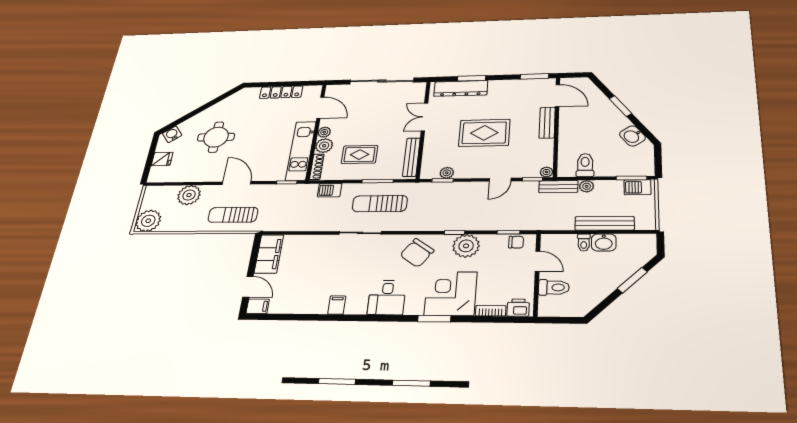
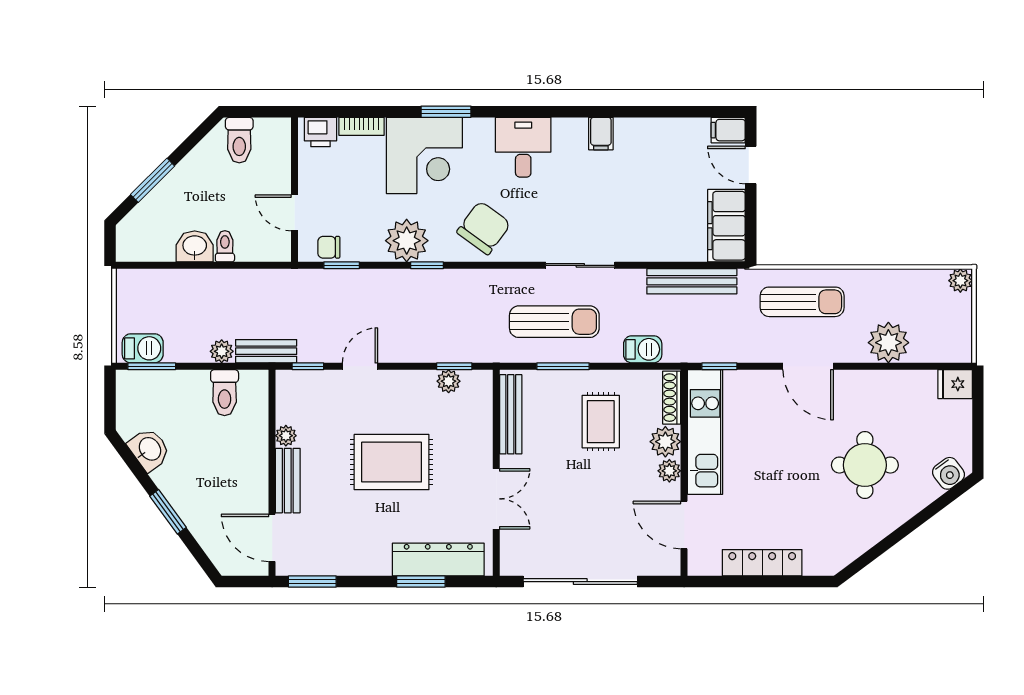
rug: (359, 155) -> (601, 422), turned 90
fridge: (162, 159) -> (955, 384), moved
plant: (546, 172) -> (286, 436), moved
plant: (148, 221) -> (960, 281), width x0.53, depth x0.53
bench: (605, 223) -> (692, 281), moved
toilet: (554, 287) -> (239, 140), moved, turned -90

